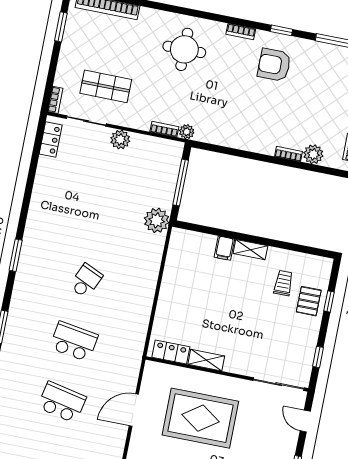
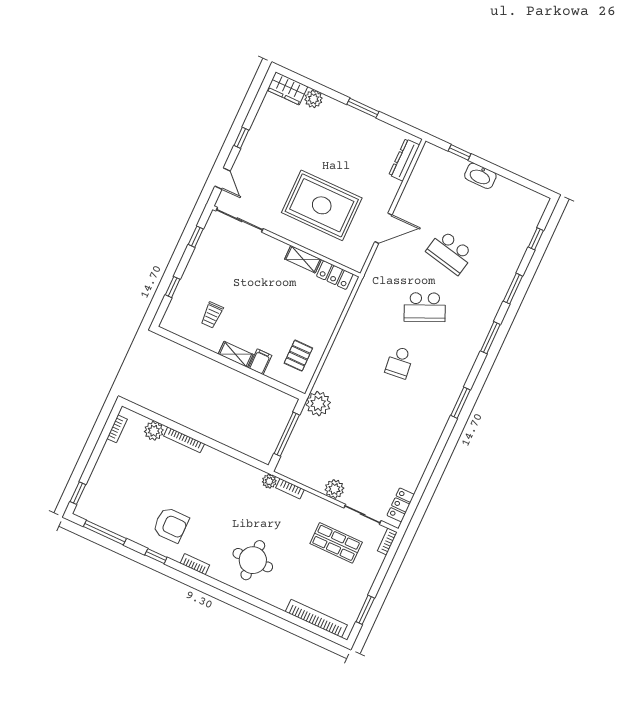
bookcase: (289, 154) -> (184, 440), width x1.56
school desk: (86, 281) -> (399, 362), turned -30
pallet: (309, 301) -> (298, 356), moved
school desk: (74, 341) -> (425, 307), turned -33

